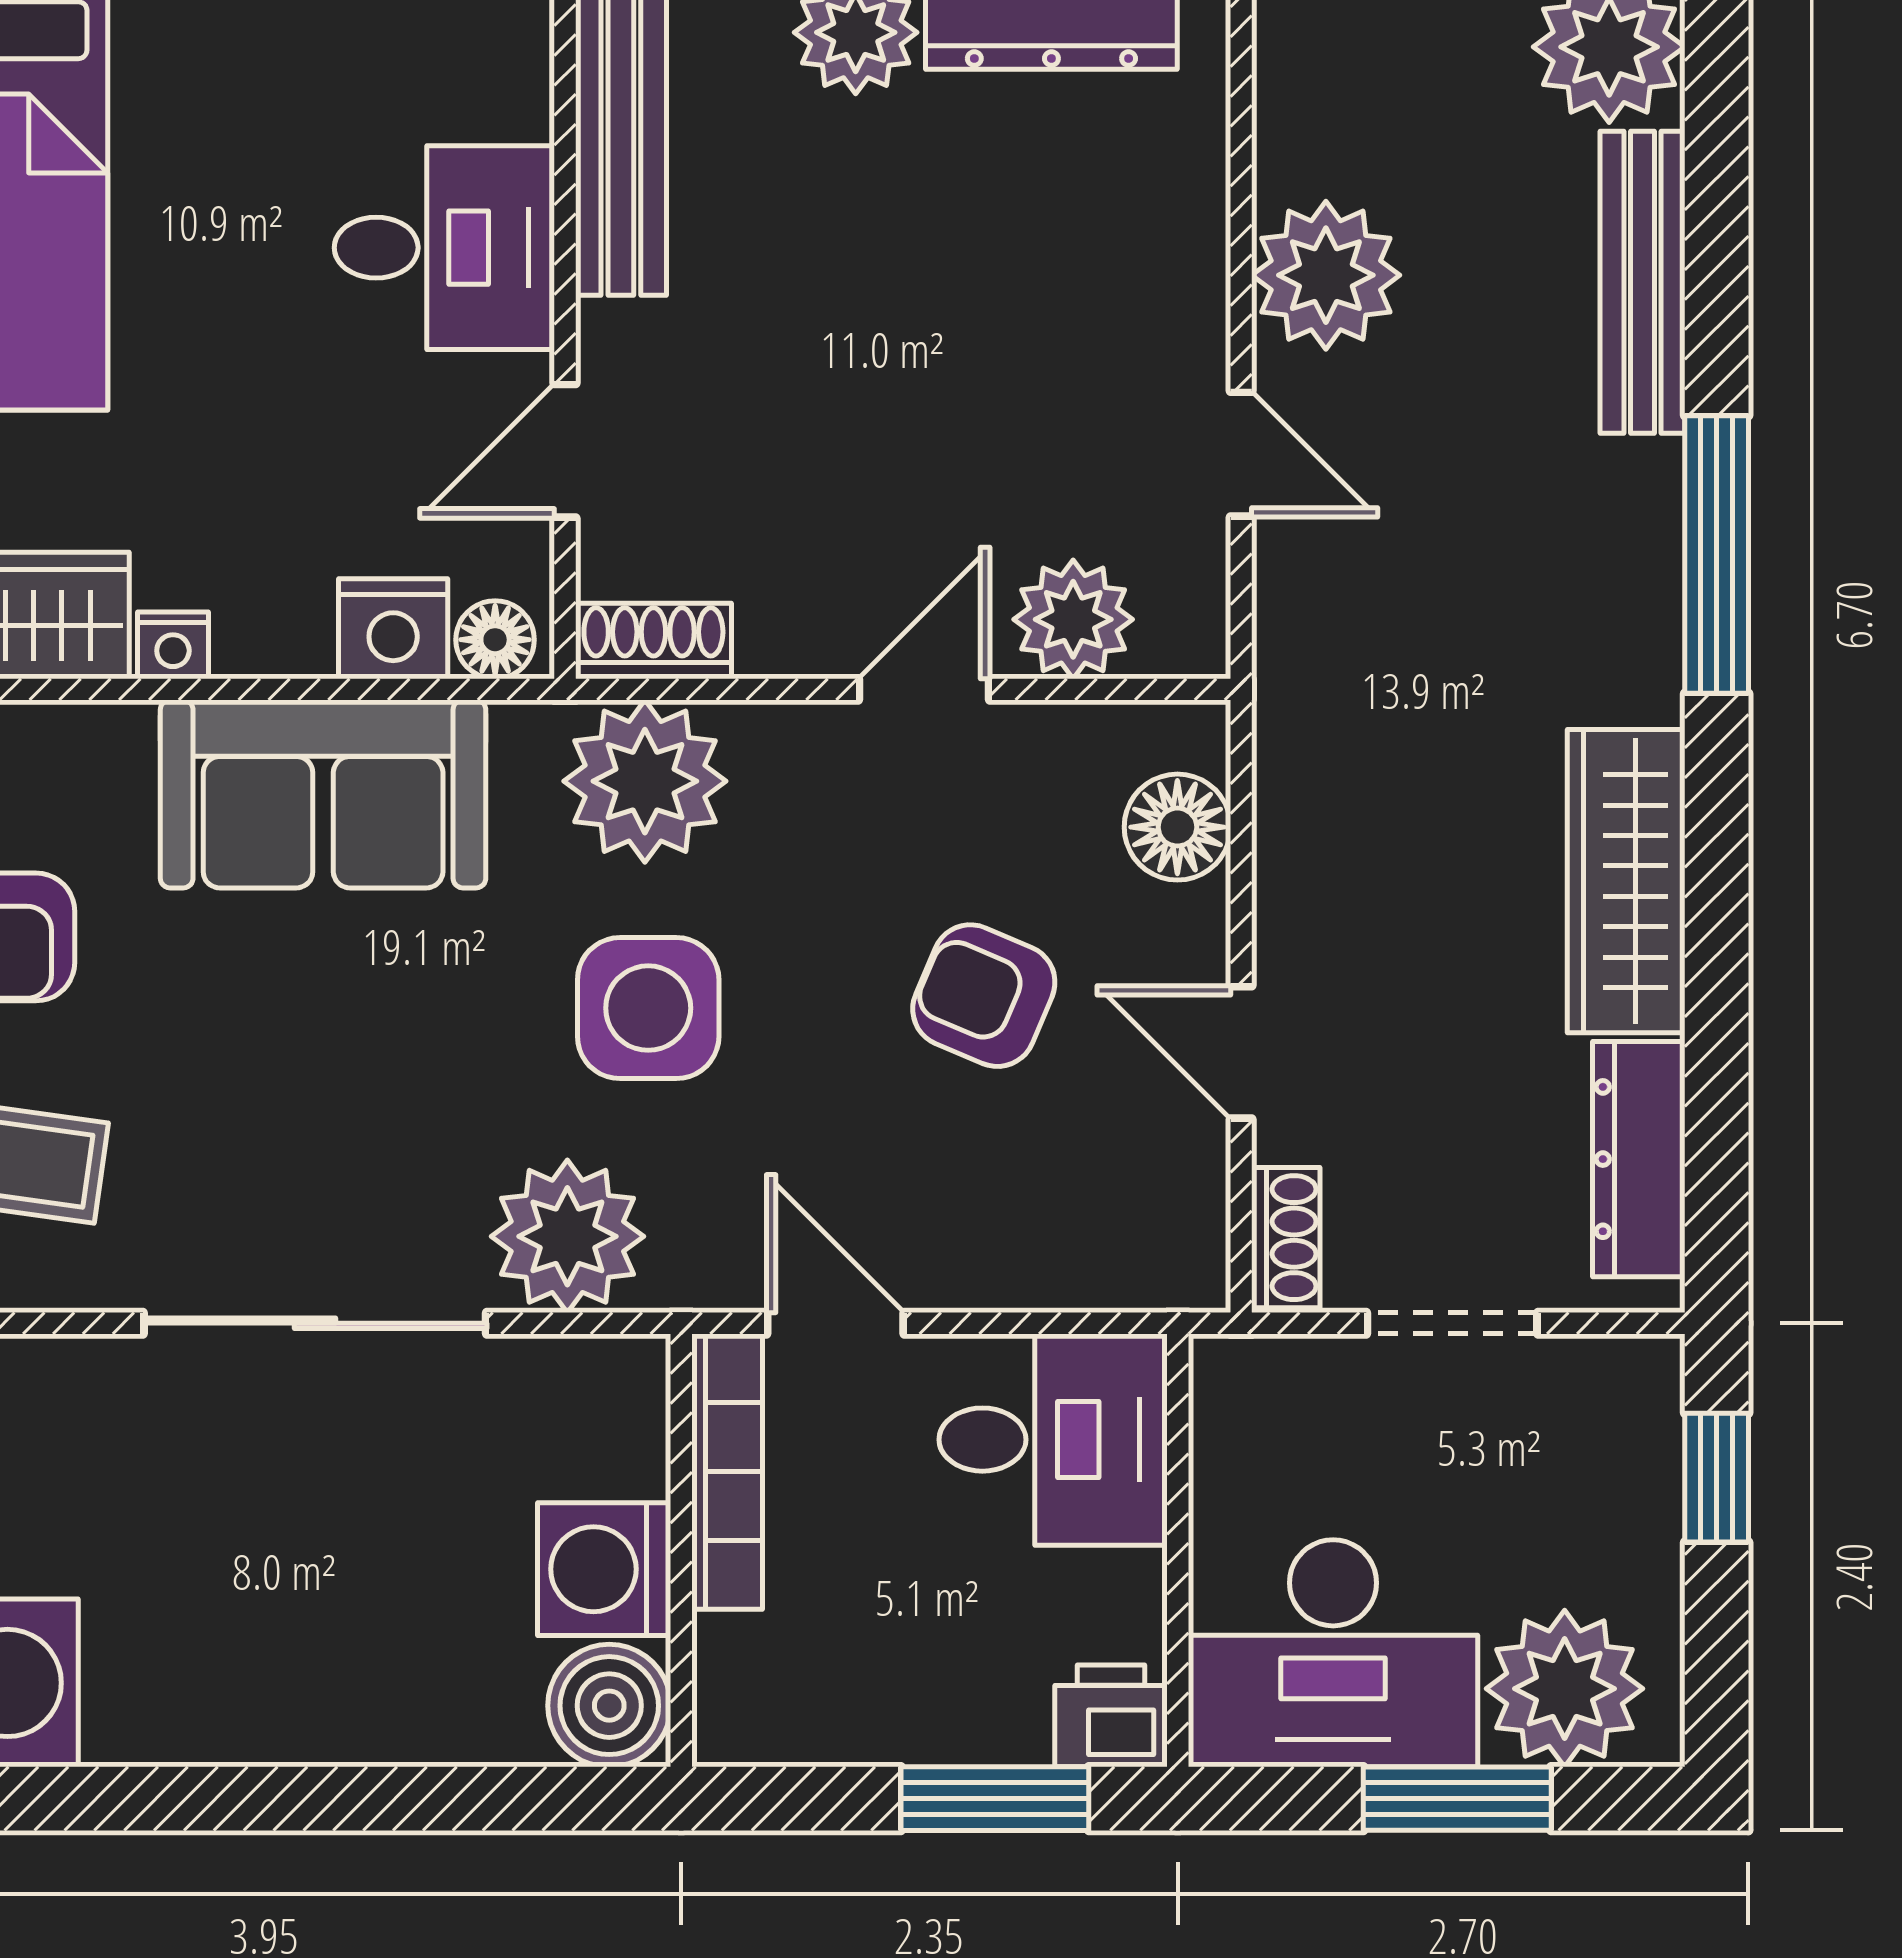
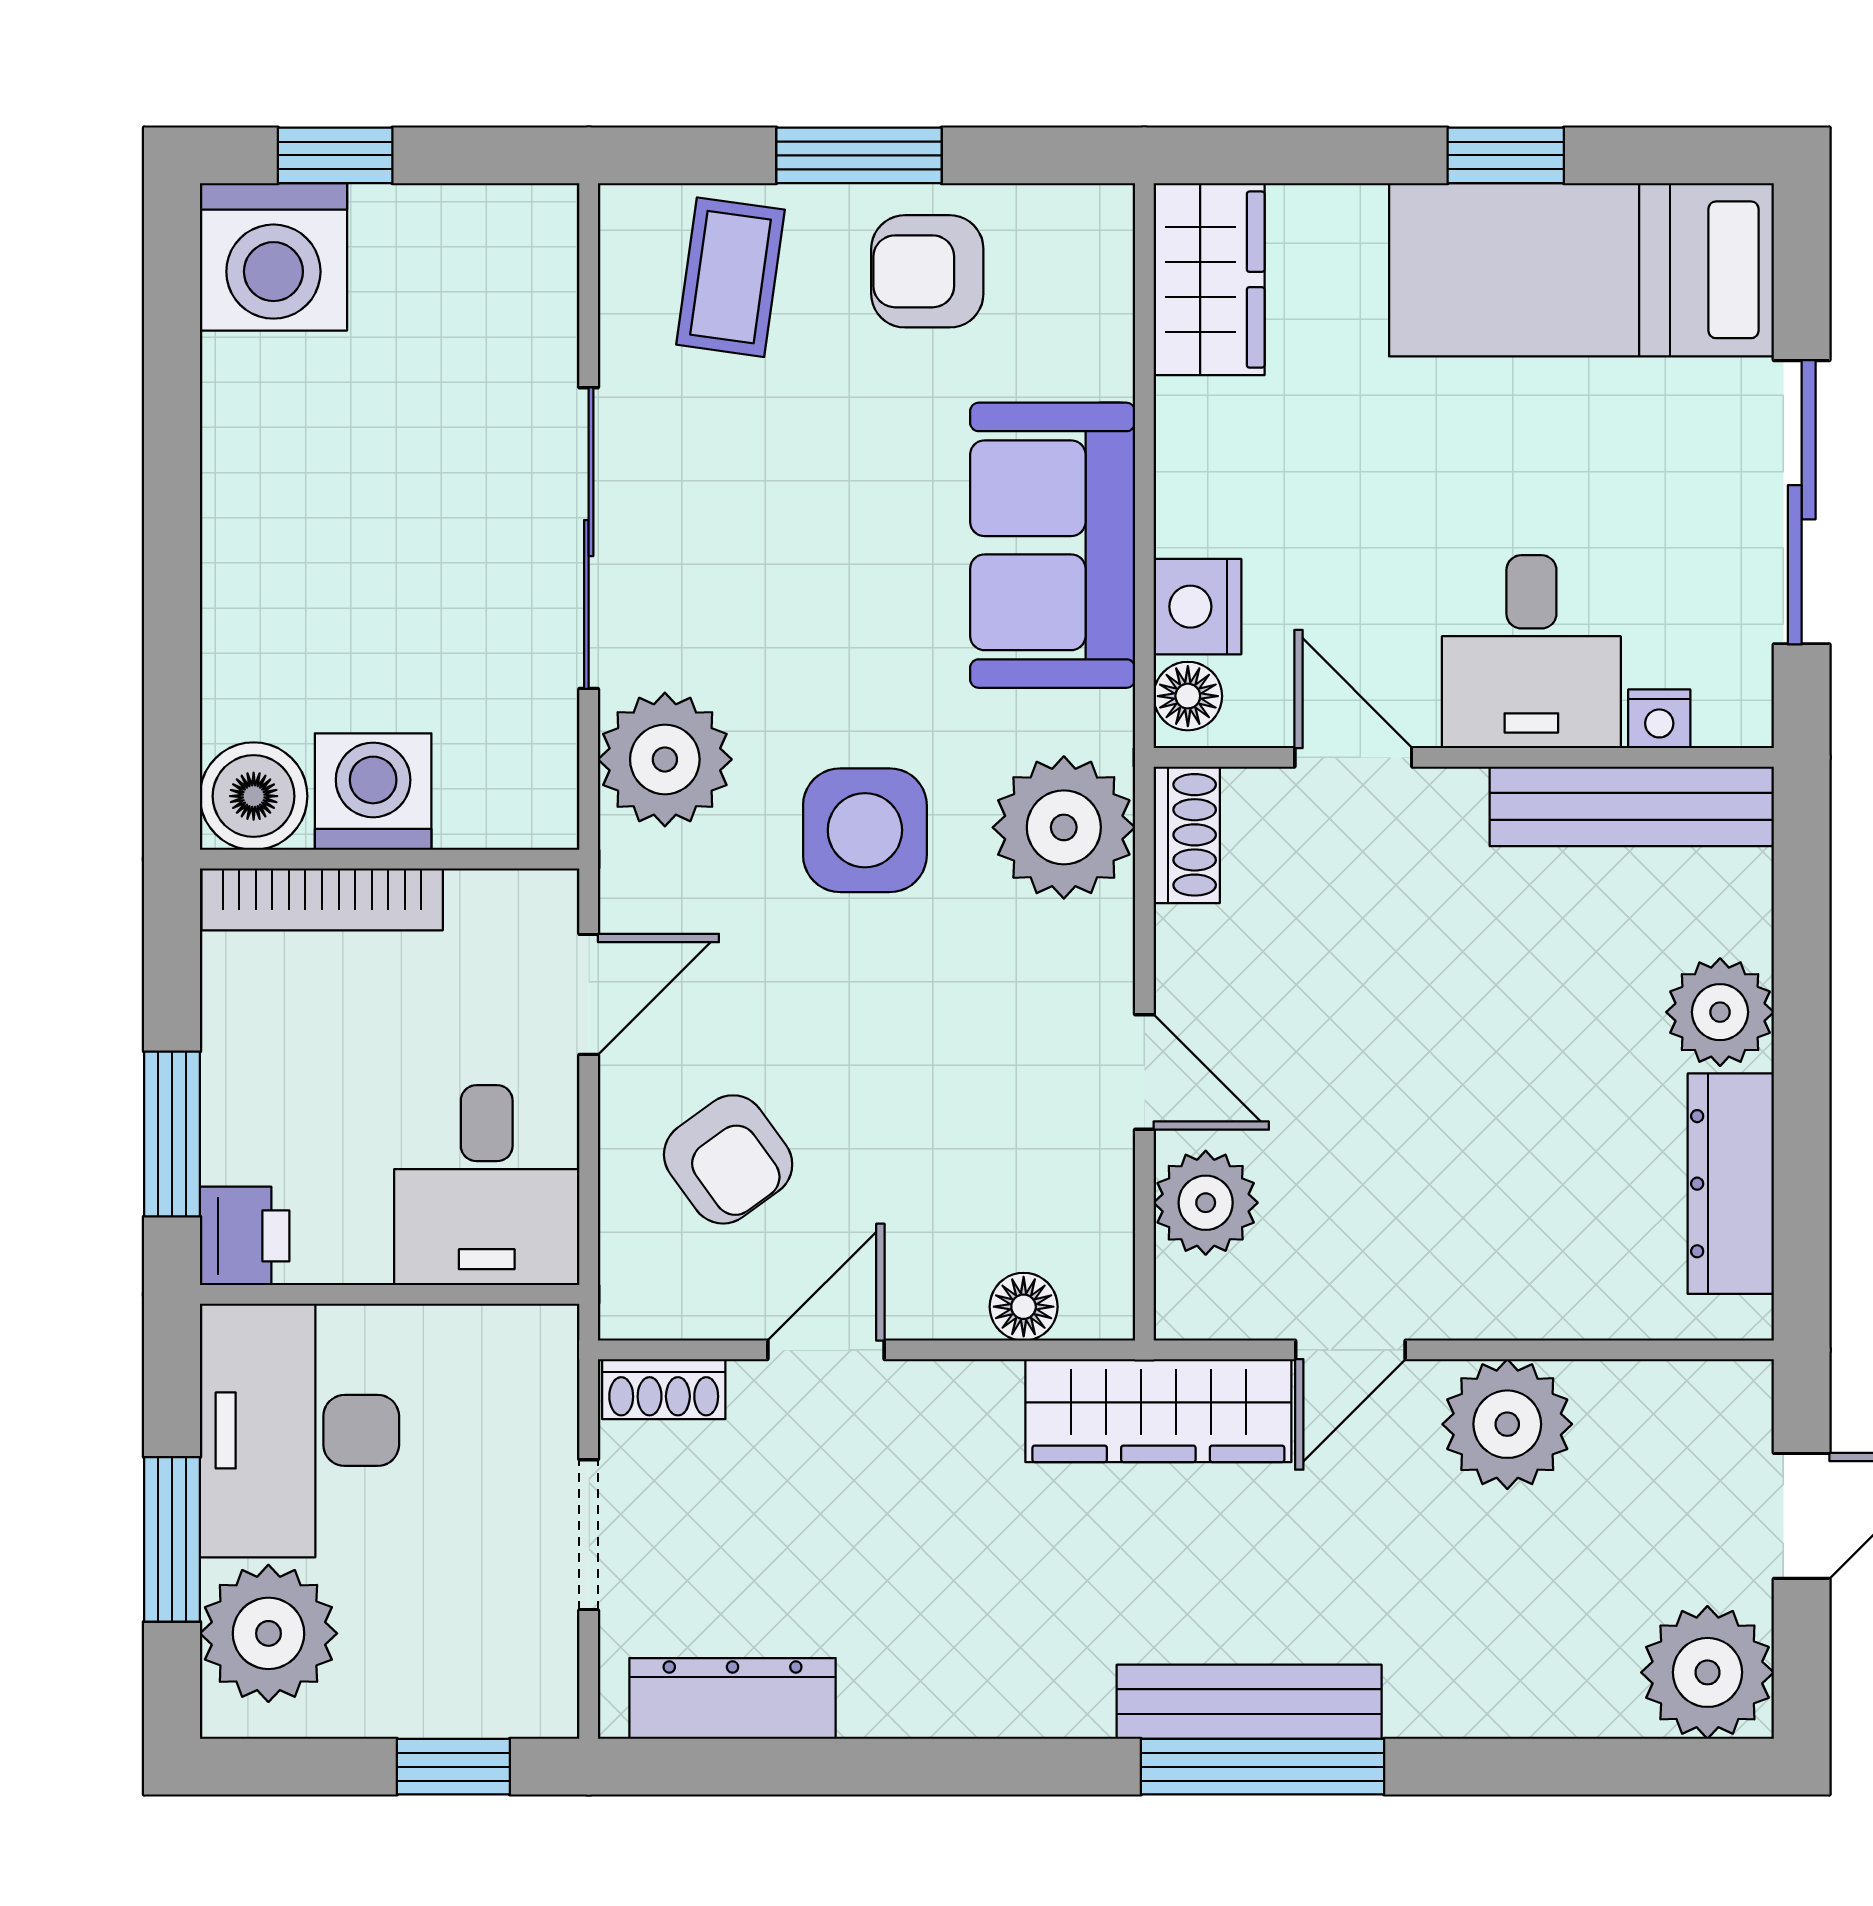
bench: (1643, 282) -> (1249, 1702), moved
nightstand: (173, 645) -> (1659, 719), moved, turned -90
floor lamp: (1177, 827) -> (1024, 1307), width x0.73, depth x0.73
wardrobe: (1626, 881) -> (1158, 1411), moved, turned 180
armchair: (984, 996) -> (728, 1159), moved, turned 121
bookcase: (727, 1472) -> (322, 899), moved

